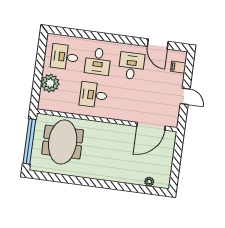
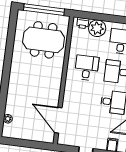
printer: (44, 99) -> (83, 23), added

